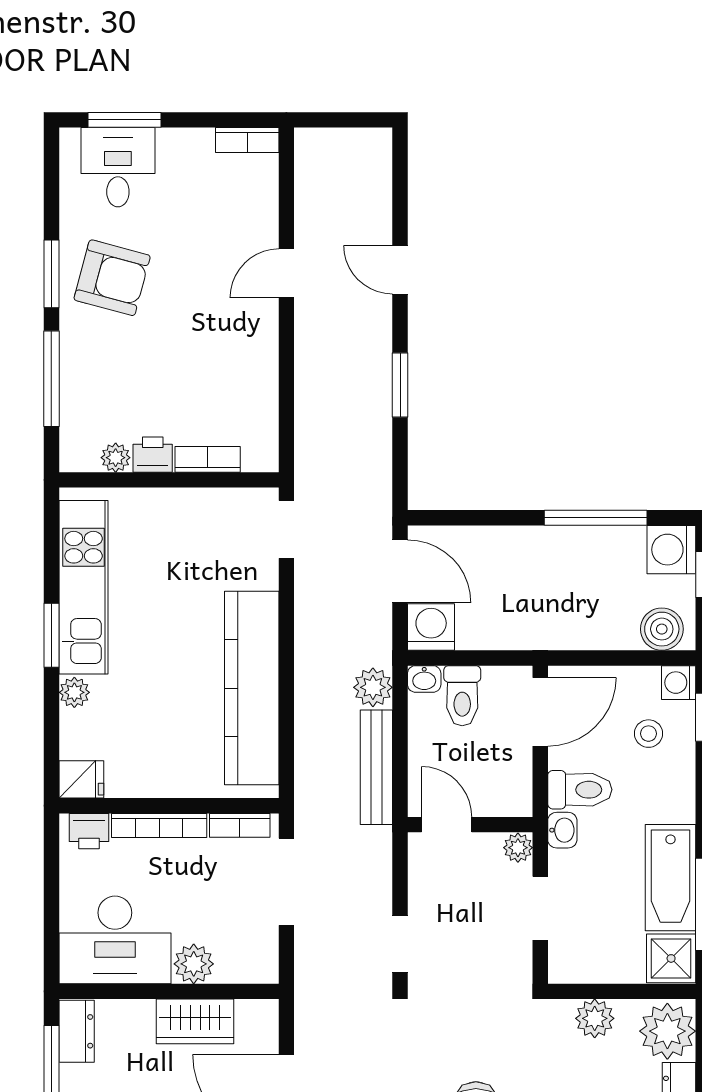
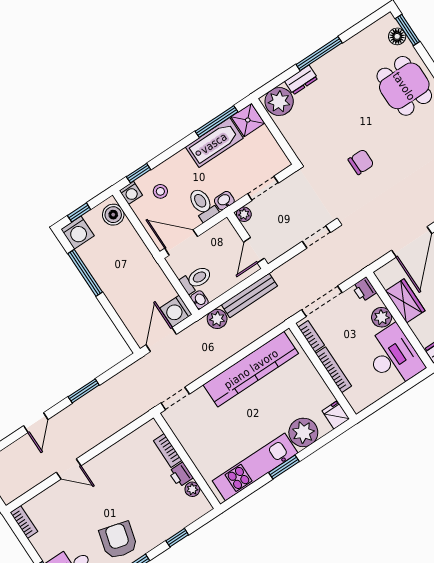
window: (51, 379) -> (177, 538), width x0.46
plant: (74, 692) -> (303, 432), width x1.87, depth x1.87
printer: (89, 831) -> (364, 289), moved, turned 180
plant: (595, 1018) -> (294, 135), removed

